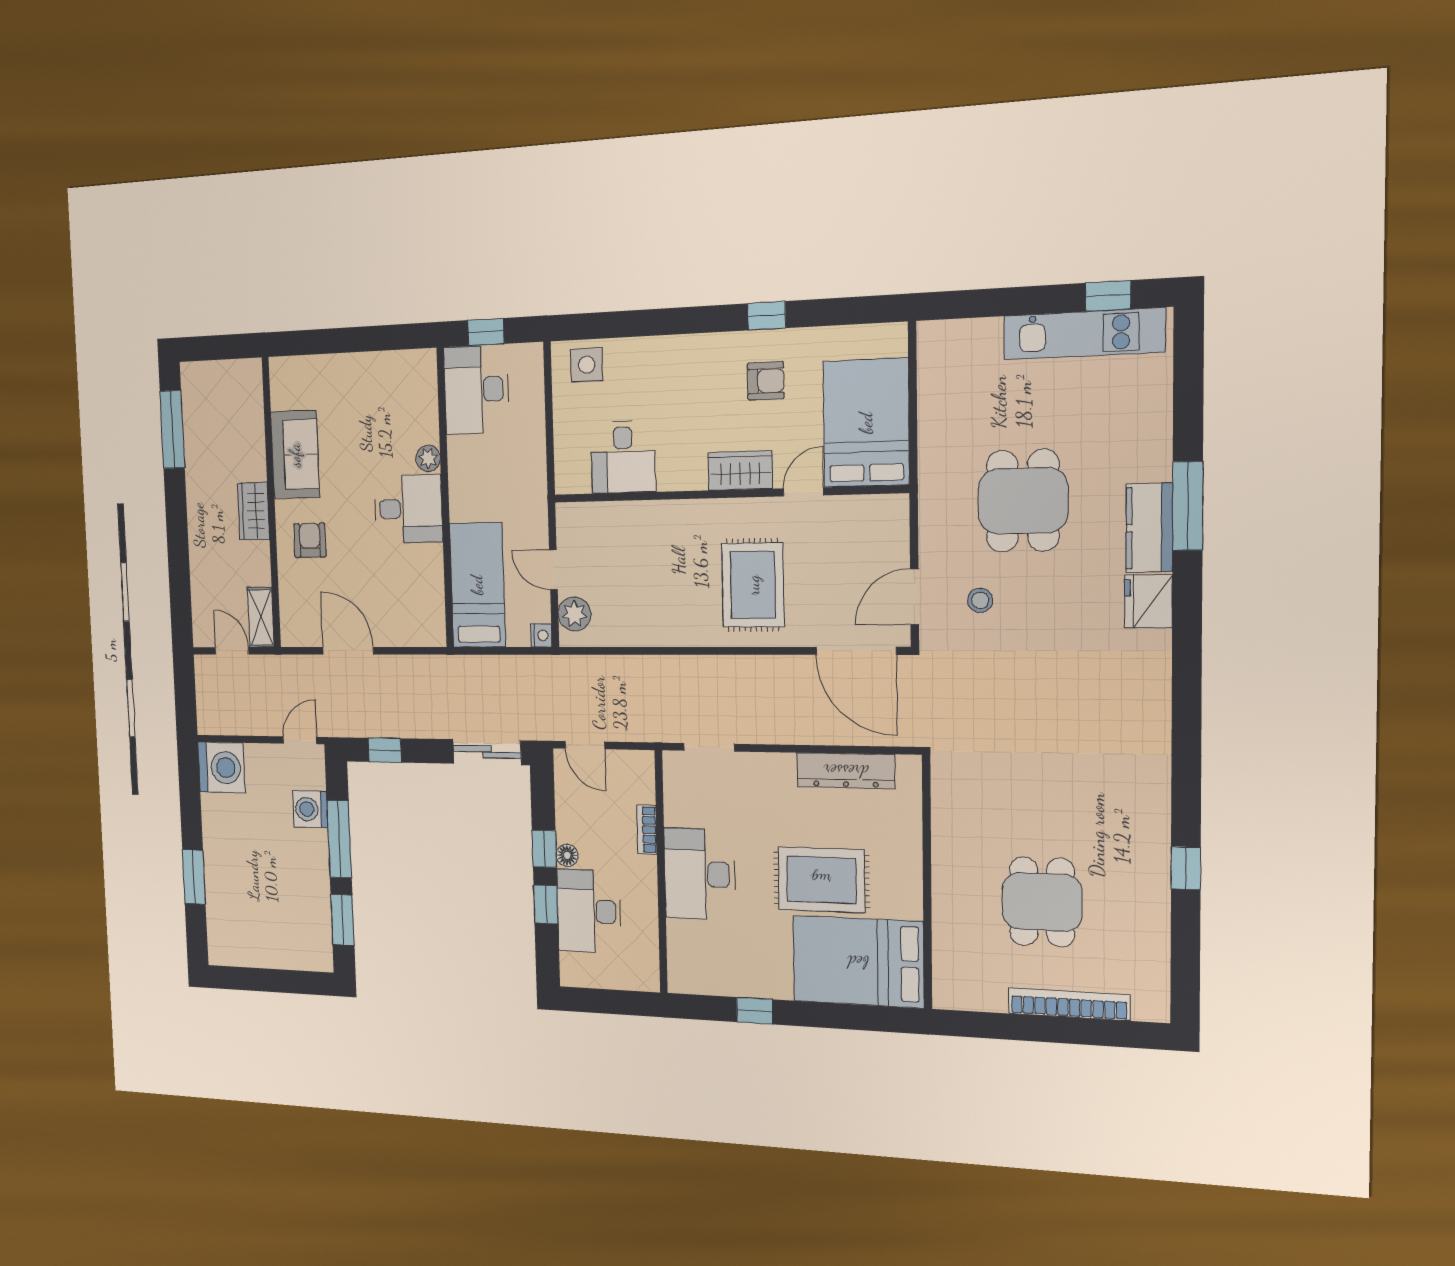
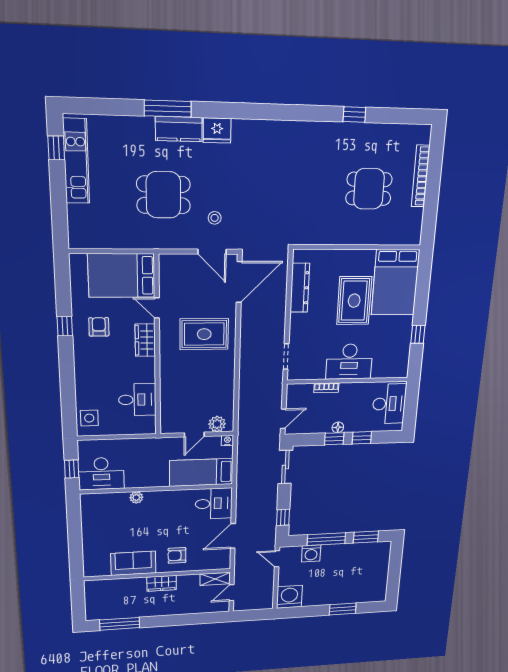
desk: (408, 509) -> (214, 504), moved, turned 90
desk: (589, 911) -> (389, 404), moved, turned -90

